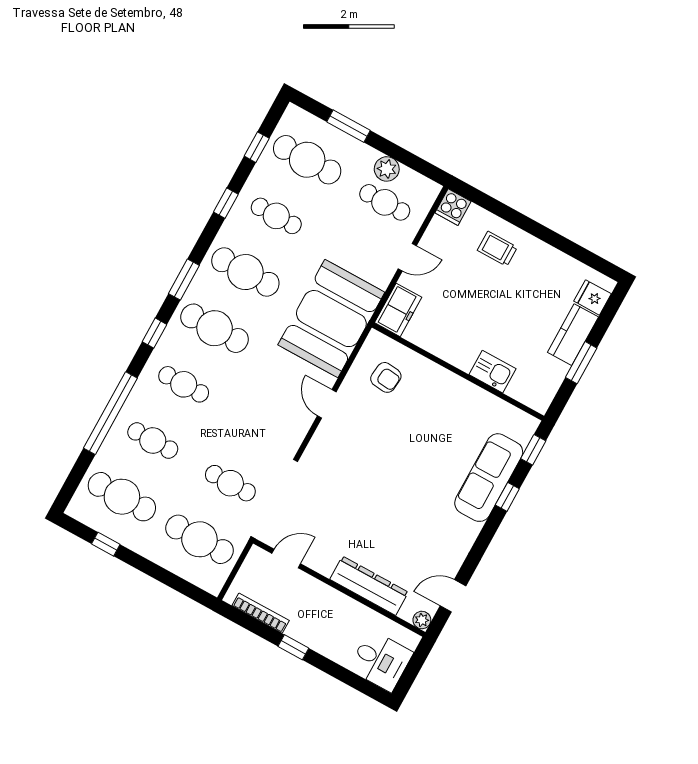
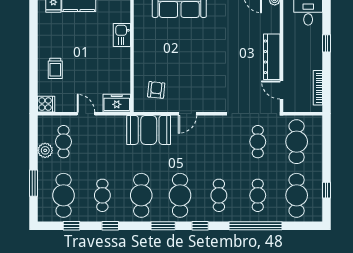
booth: (331, 319) -> (149, 130), width x0.73, depth x0.70
dresser: (369, 586) -> (272, 57), moved
window: (293, 647) -> (326, 43), moved

